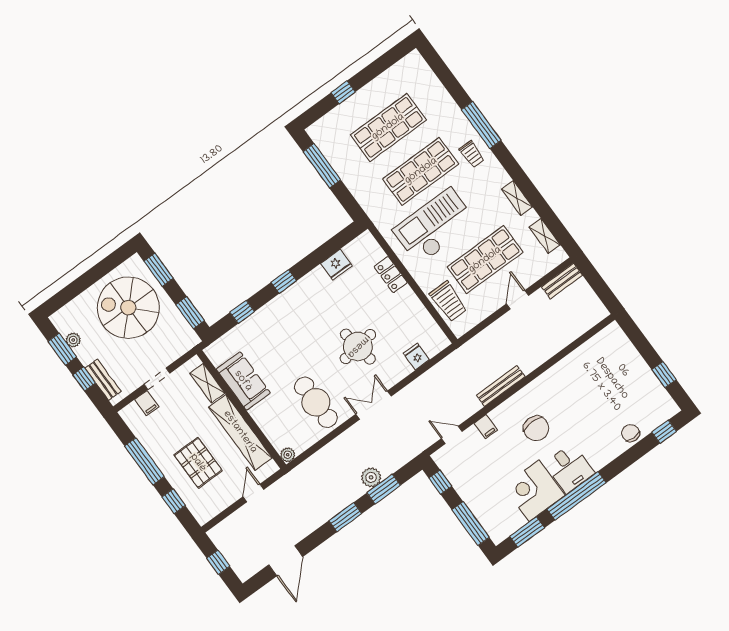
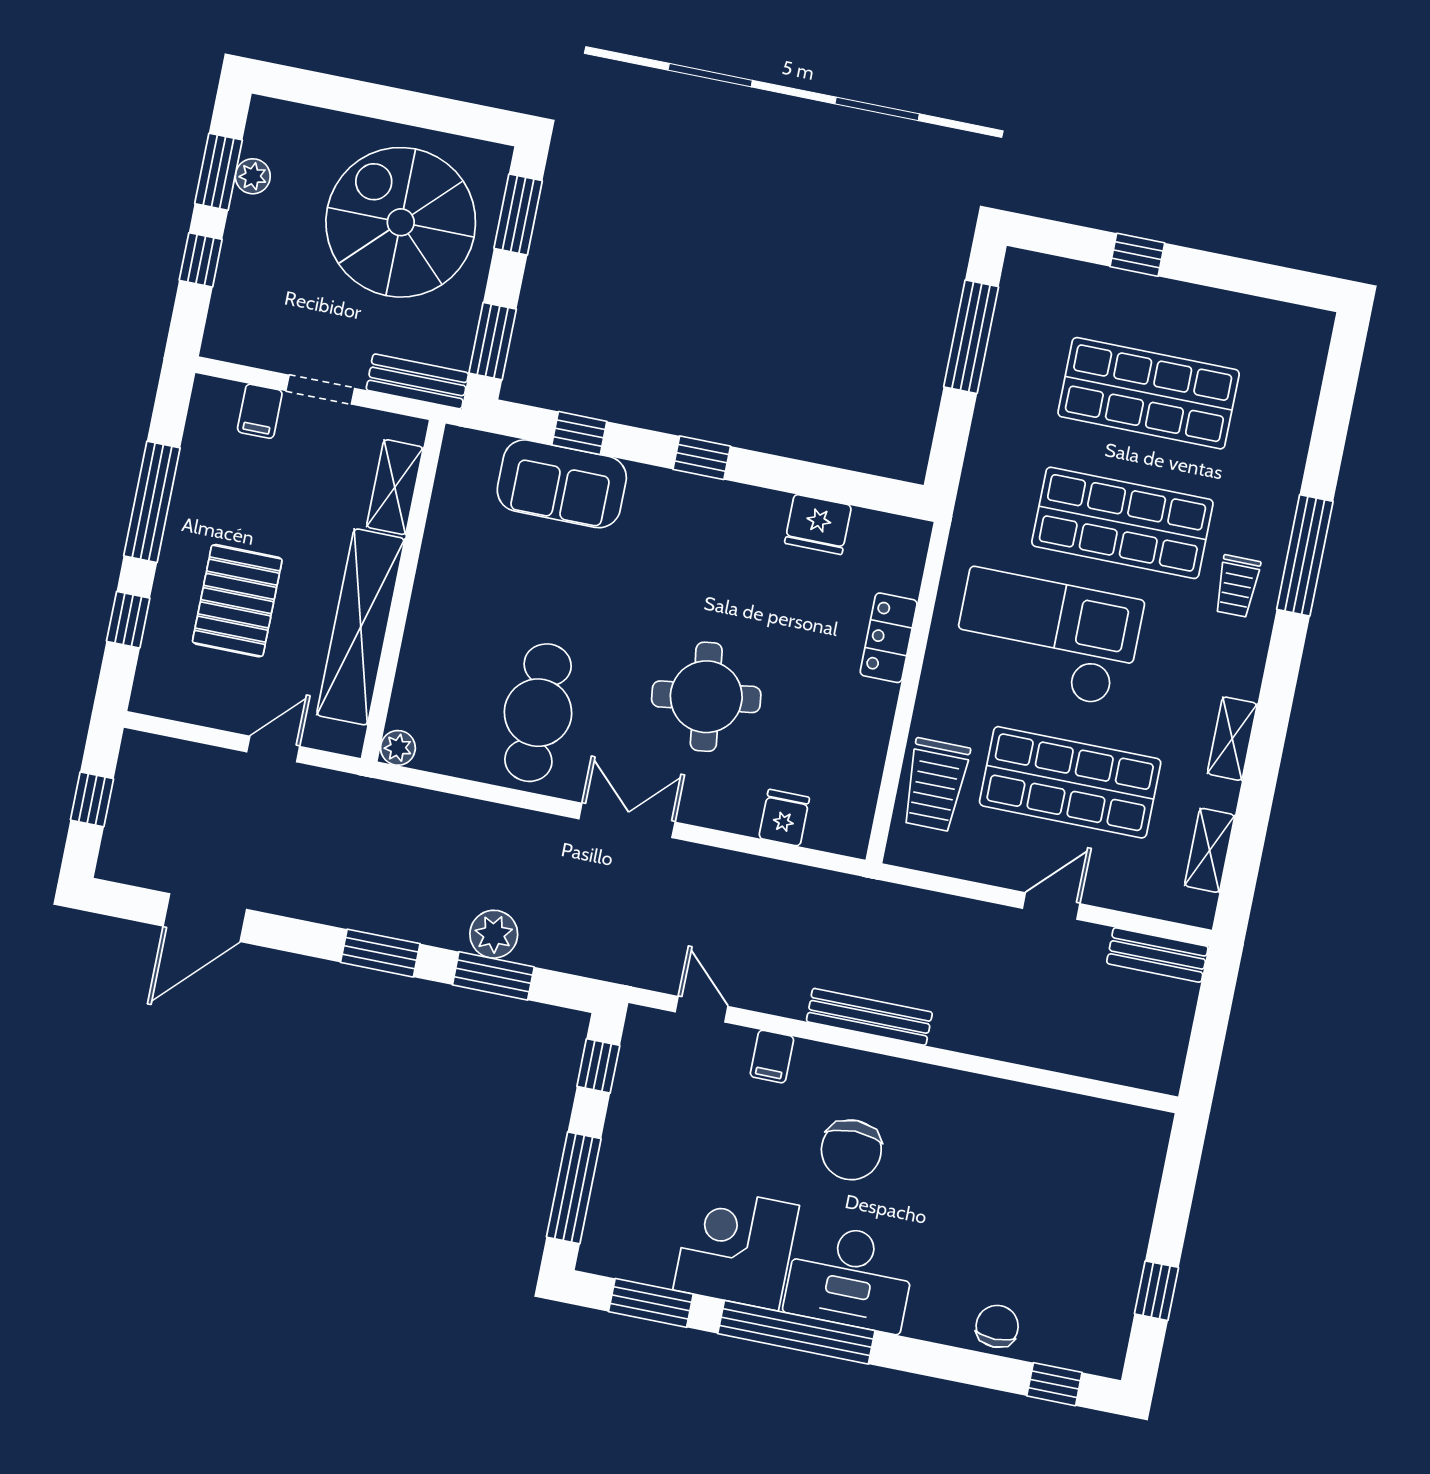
bench: (103, 380) -> (417, 381), moved, turned 90
sofa: (243, 381) -> (562, 484), moved, turned 90
desk: (569, 468) -> (850, 1277), width x1.37

